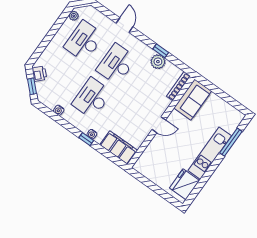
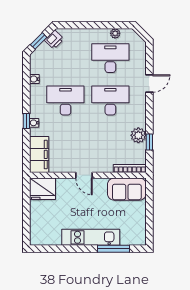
plant: (74, 16) -> (115, 33), moved
window: (161, 51) -> (149, 142), moved
fridge: (185, 184) -> (43, 189), moved, turned 180

